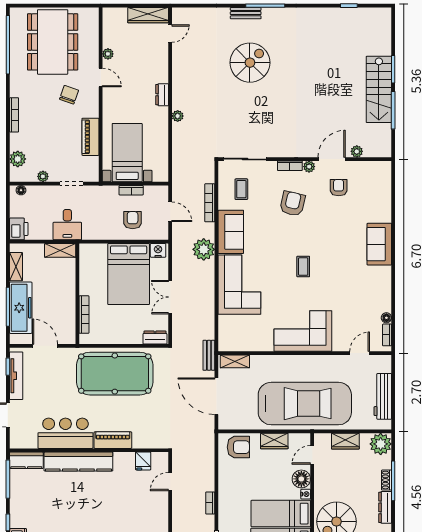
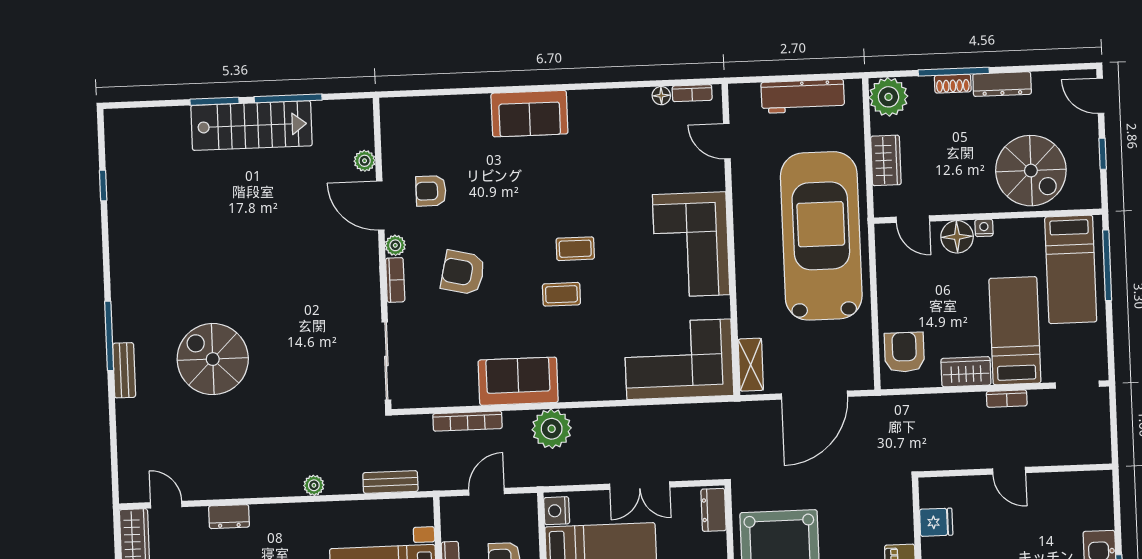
dresser: (162, 95) -> (229, 517), moved
coffee table: (241, 189) -> (561, 294), moved
corner sofa: (239, 285) -> (679, 359), moved
bench: (209, 355) -> (390, 482), moved
wardrobe: (274, 441) -> (966, 372), moved, turned -90
door: (170, 481) -> (1009, 471), moved
bed: (281, 514) -> (1015, 331), moved, turned 180

